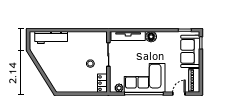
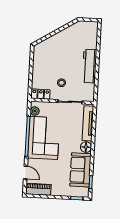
workbench: (51, 38) -> (89, 66), moved
sofa: (190, 51) -> (80, 170), moved, turned -90

